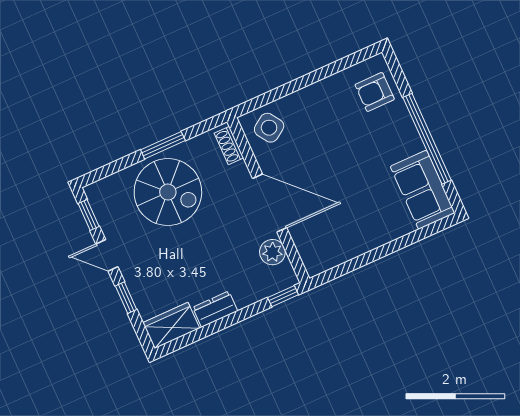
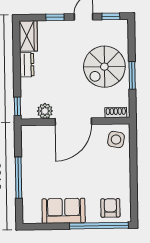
side table: (269, 128) -> (116, 140), turned 45
window: (427, 139) -> (99, 226), moved
sofa: (423, 190) -> (64, 211), moved
window: (389, 248) -> (19, 178), added

